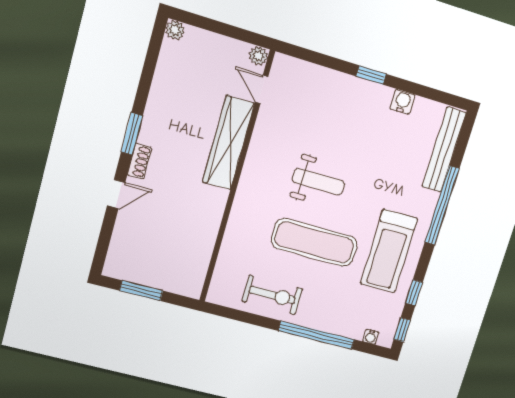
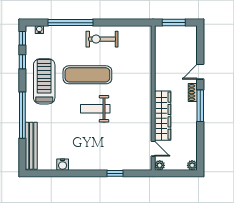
plant: (258, 56) -> (160, 165), moved
window: (371, 75) -> (115, 173), moved
door: (262, 89) -> (153, 149), moved
window: (132, 134) -> (200, 106), width x1.44
wardrobe: (228, 143) -> (163, 116), moved
wall: (237, 178) -> (153, 98), moved

